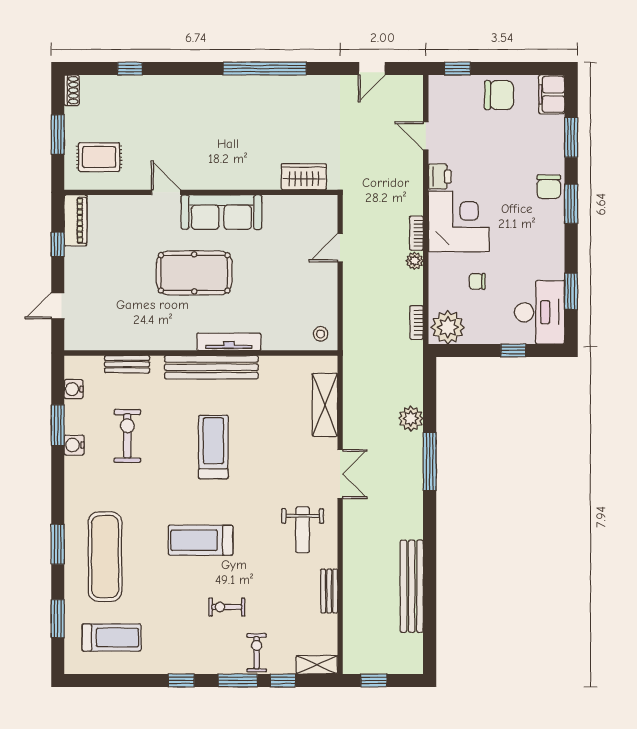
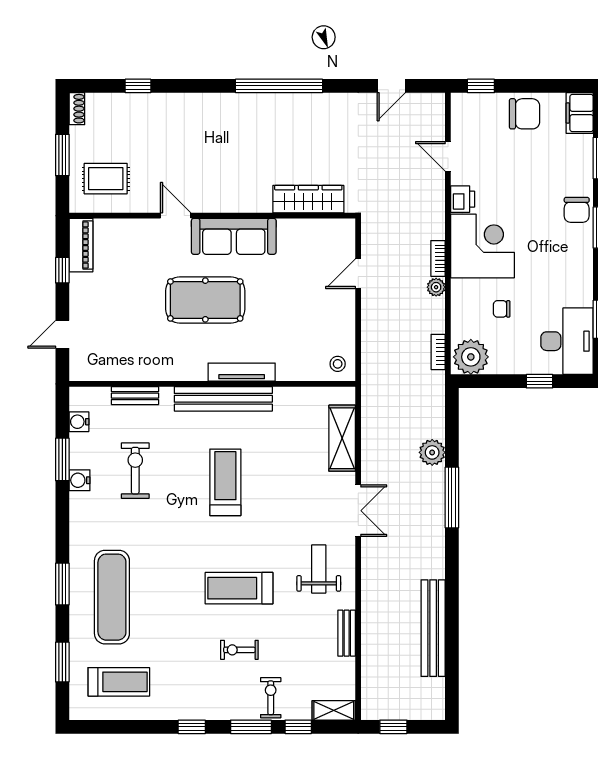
wardrobe: (304, 177) -> (308, 199), width x1.50
weight bench: (303, 530) -> (319, 569), turned 180
treadmill: (201, 540) -> (239, 588), moved

